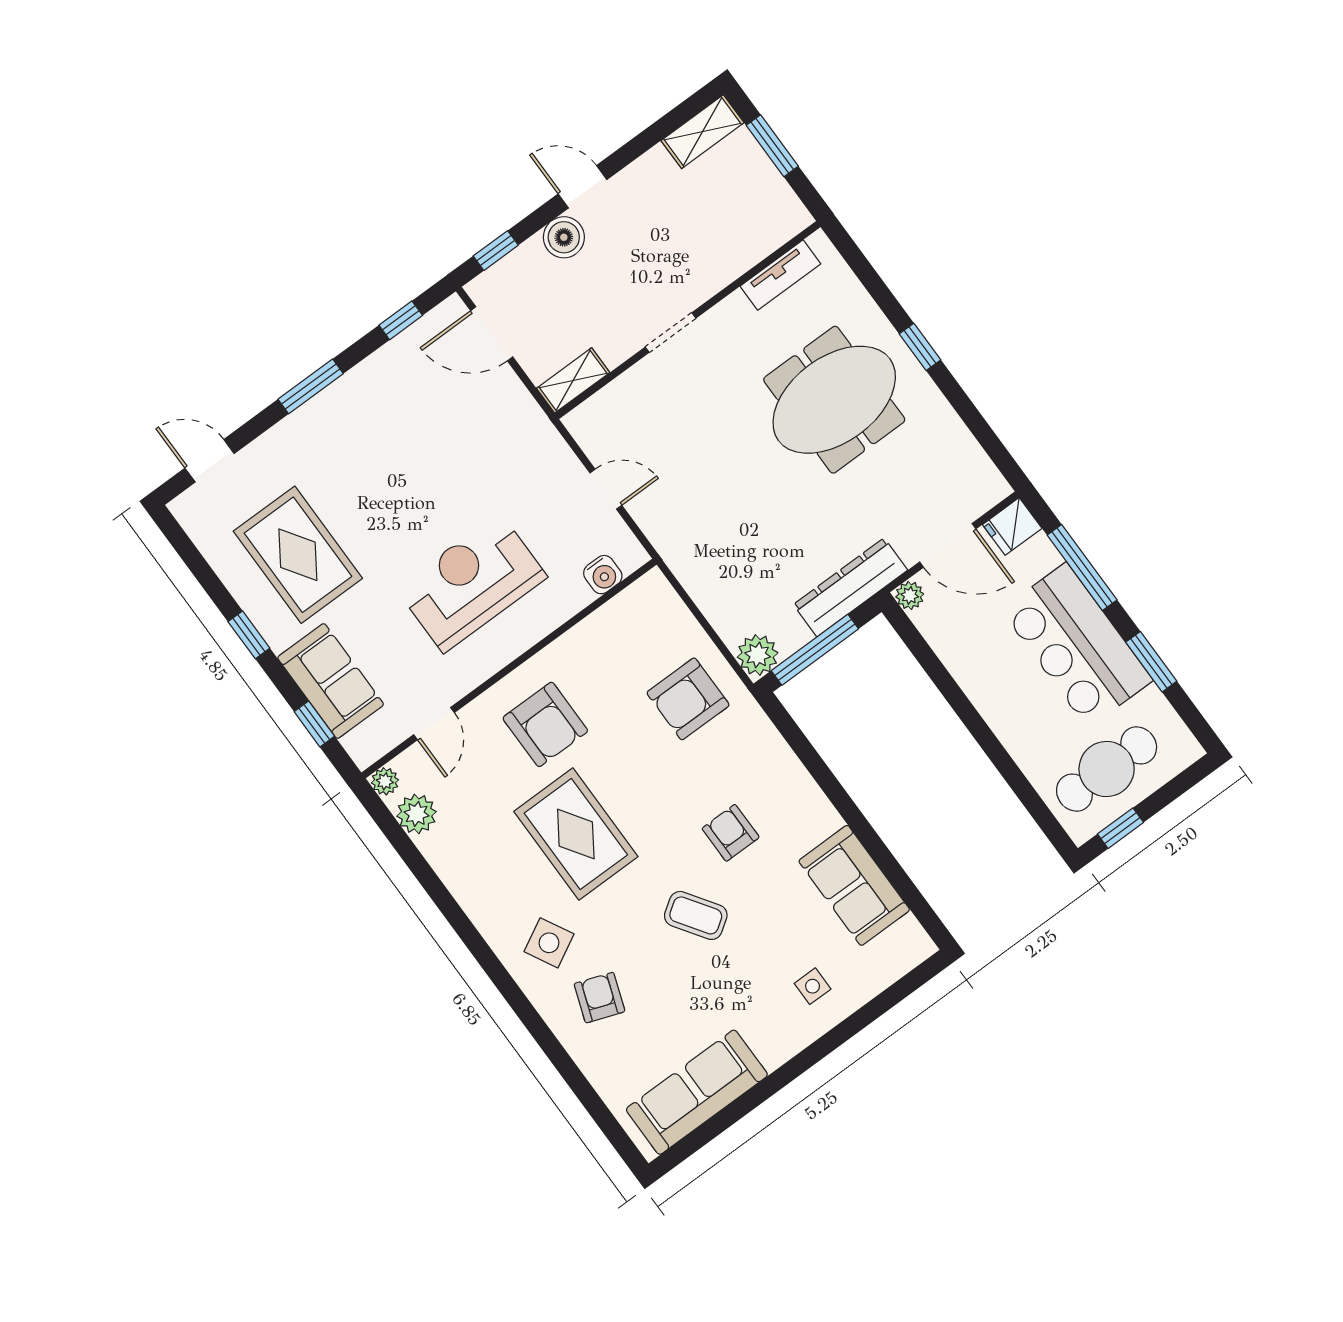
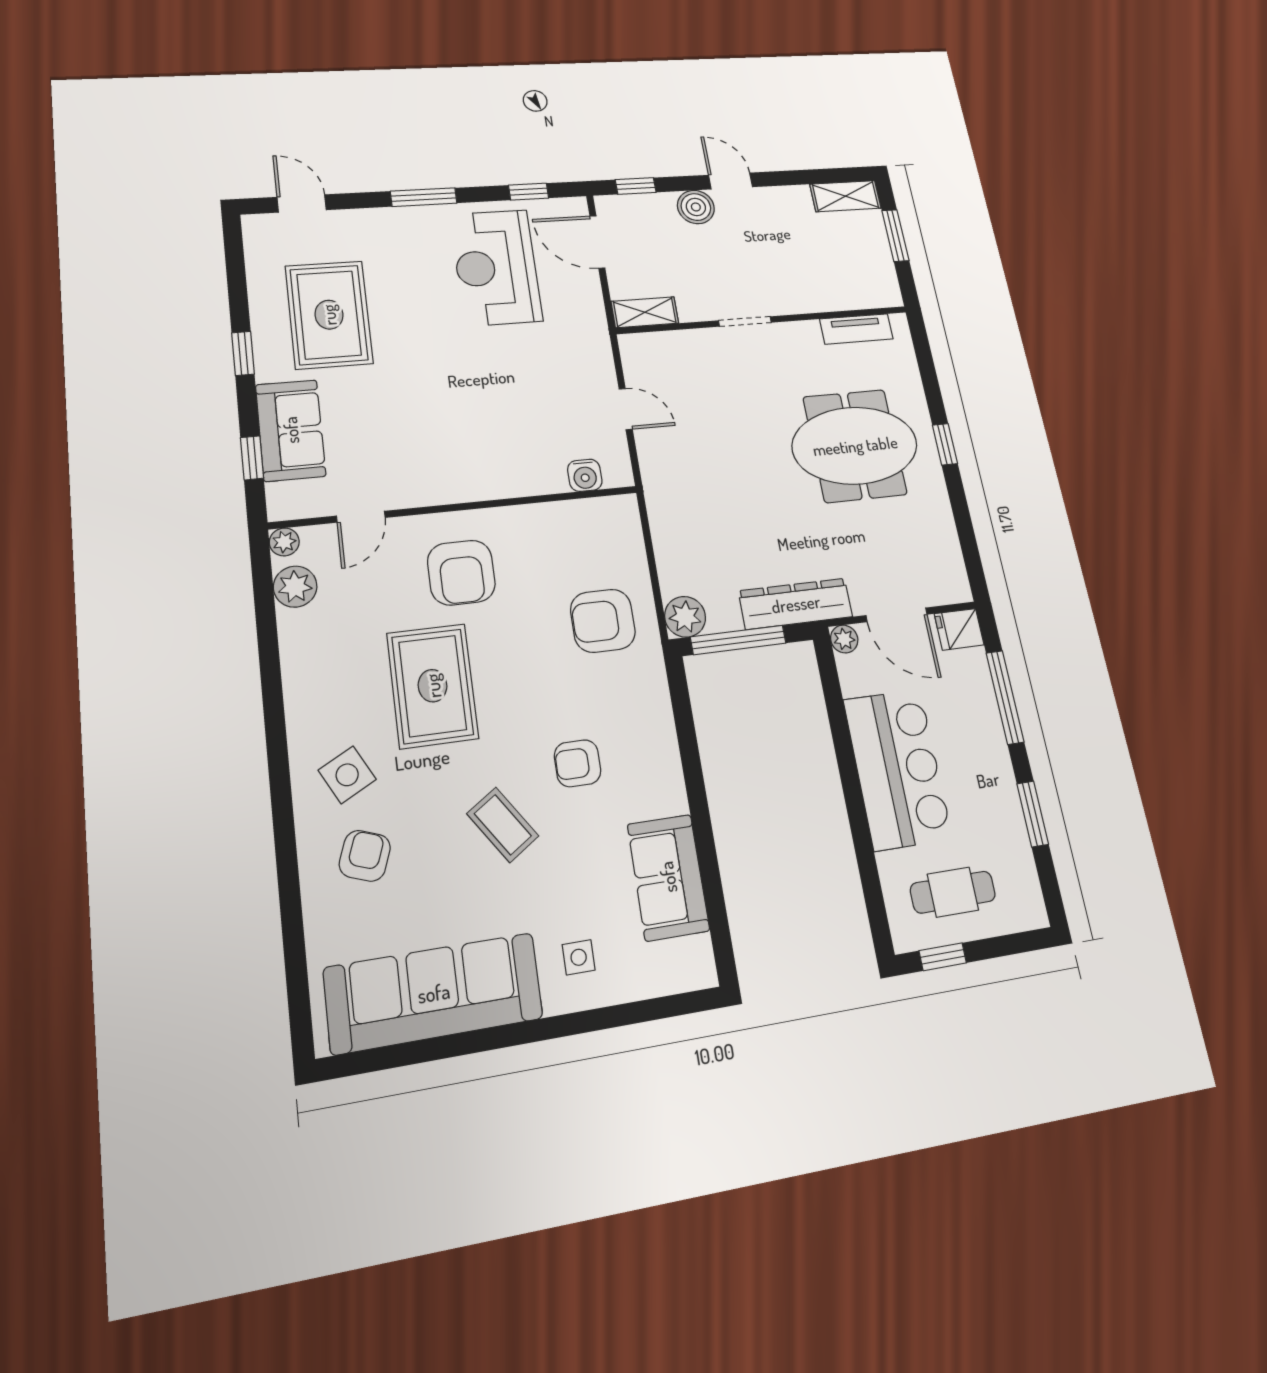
reception desk: (472, 583) -> (496, 267), moved, turned -90
bar counter: (1077, 645) -> (897, 769), moved, turned 180
cafe table: (1107, 769) -> (953, 892), width x0.73, depth x0.74
armchair: (731, 833) -> (578, 763), turned -90
sofa: (697, 1092) -> (434, 993), width x1.36, depth x1.27

